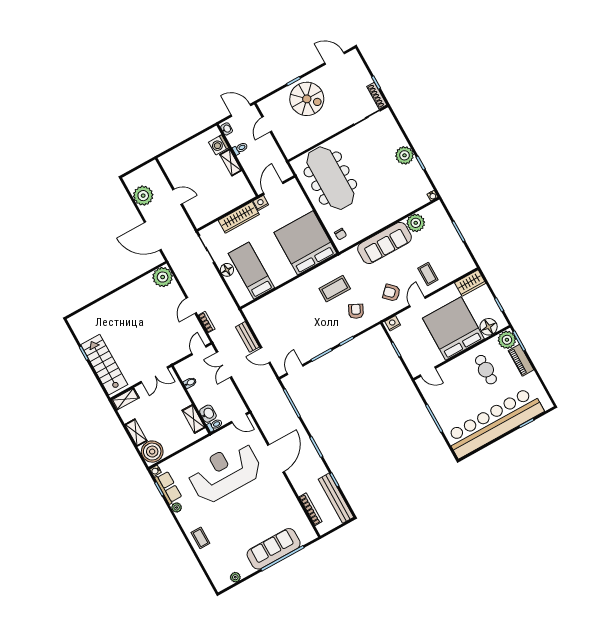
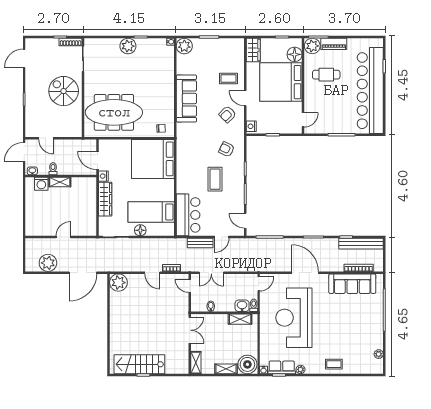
spiral stairs: (307, 99) -> (64, 91), moved, turned -90
plant: (416, 223) -> (184, 46), moved
coffee table: (335, 289) -> (215, 179), moved
bar counter: (269, 309) -> (188, 215), added
stairs: (104, 365) -> (139, 364), moved
sofa: (274, 549) -> (352, 284), moved, turned -90

